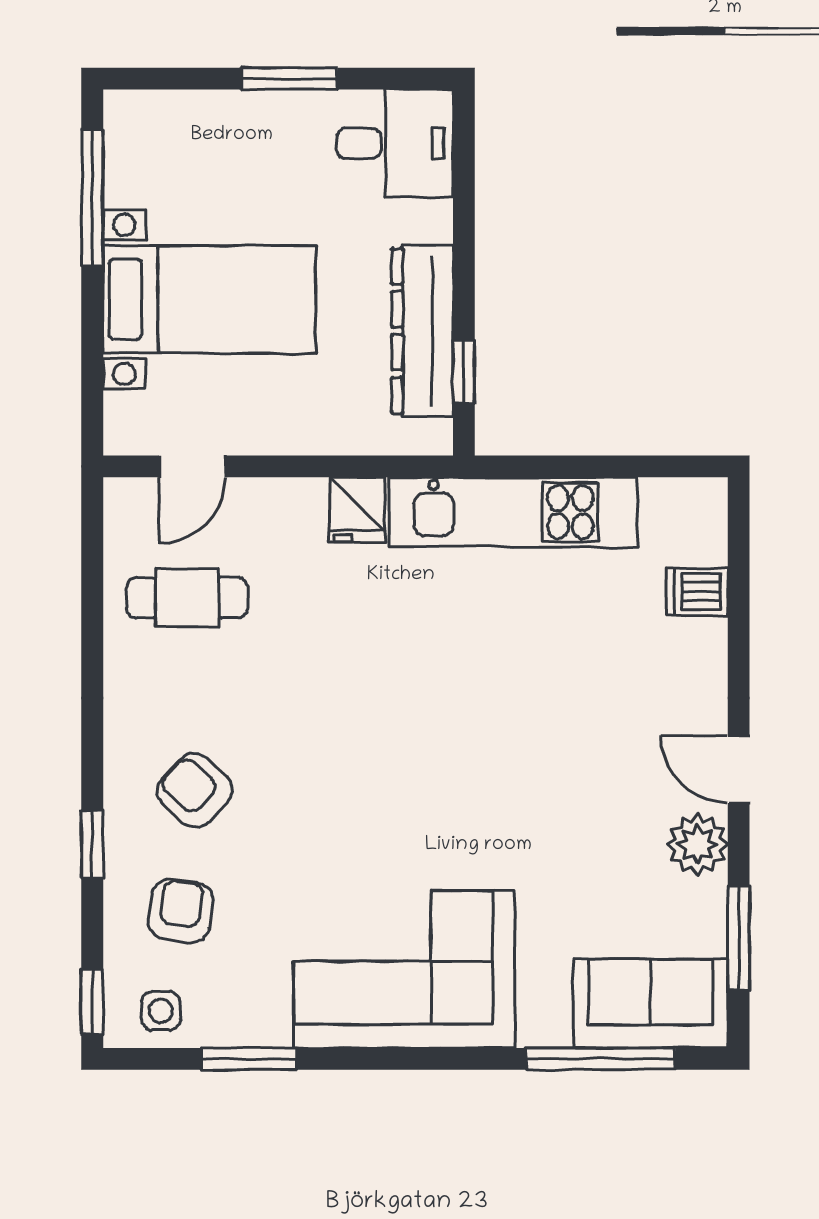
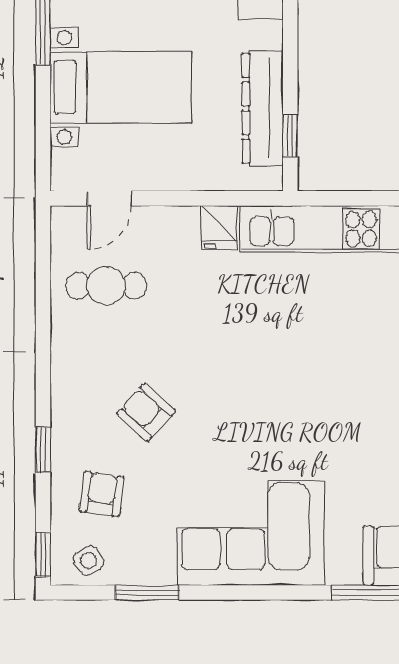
armchair: (195, 790) -> (146, 412), moved
side table: (161, 1011) -> (88, 561), turned -31

